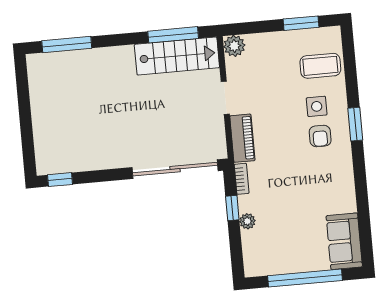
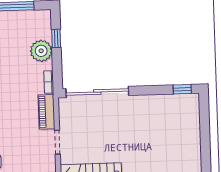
window: (232, 208) -> (56, 38), moved
plant: (247, 221) -> (41, 51), width x1.88, depth x1.88

